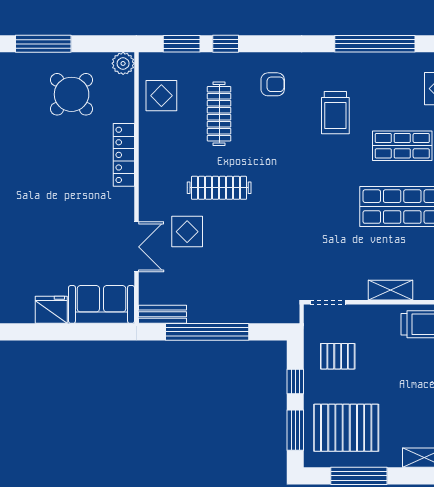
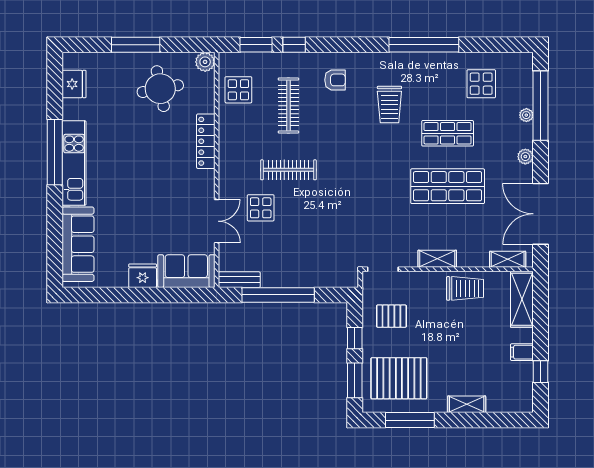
round table: (72, 94) -> (160, 89), turned 34

